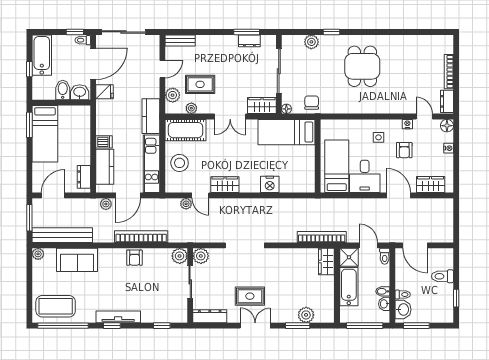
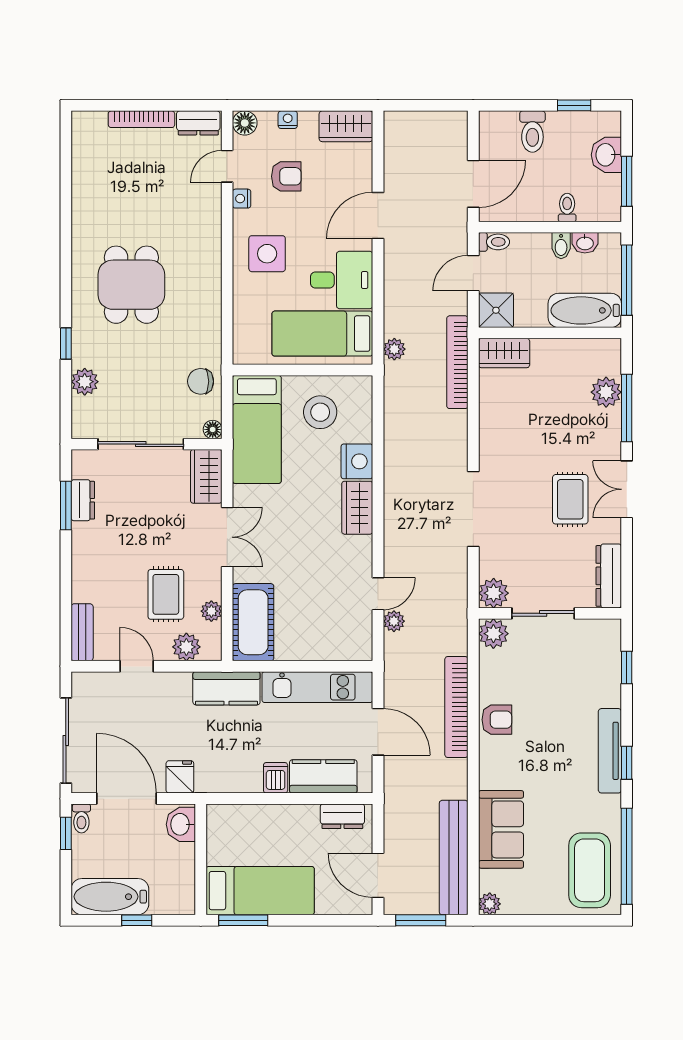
dining table: (362, 66) -> (131, 285), turned 90
bidet: (63, 90) -> (177, 857), removed
side table: (378, 137) -> (267, 254), width x1.87, depth x1.87
armchair: (404, 150) -> (286, 176), moved
stool: (180, 163) -> (320, 412), moved
wardrobe: (225, 185) -> (357, 508), moved
wardrobe: (431, 185) -> (346, 126), moved, turned -90
plant: (106, 204) -> (394, 349), moved
bathtub: (349, 287) -> (585, 310), moved
washbasin: (403, 310) -> (606, 155), moved, turned -90
window: (298, 326) -> (627, 408), width x1.44

